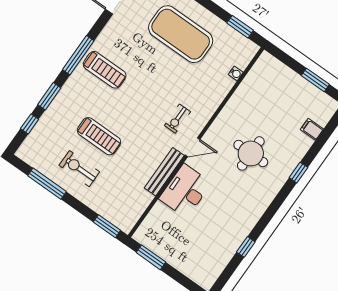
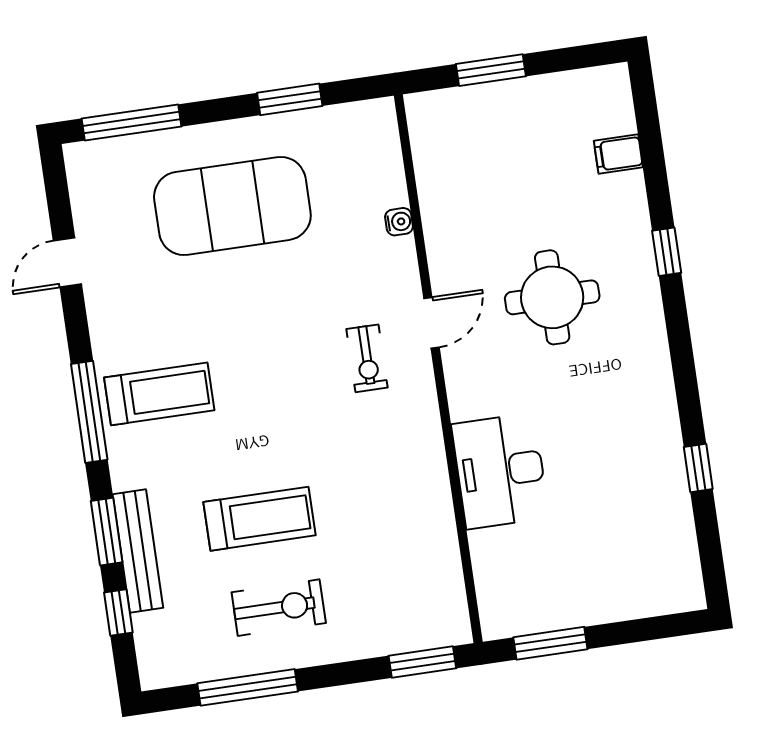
window: (240, 27) -> (290, 99), moved
water cooler: (236, 73) -> (399, 222), moved
window: (315, 80) -> (491, 70), moved
door: (192, 147) -> (432, 323), moved
exercise bike: (79, 169) -> (279, 608), turned 180
bench: (164, 172) -> (138, 551), moved

